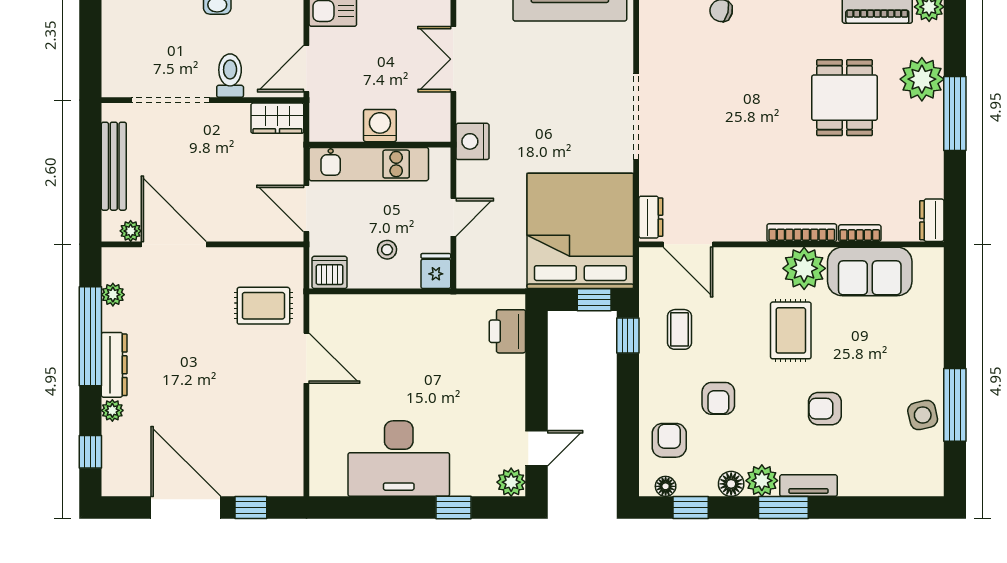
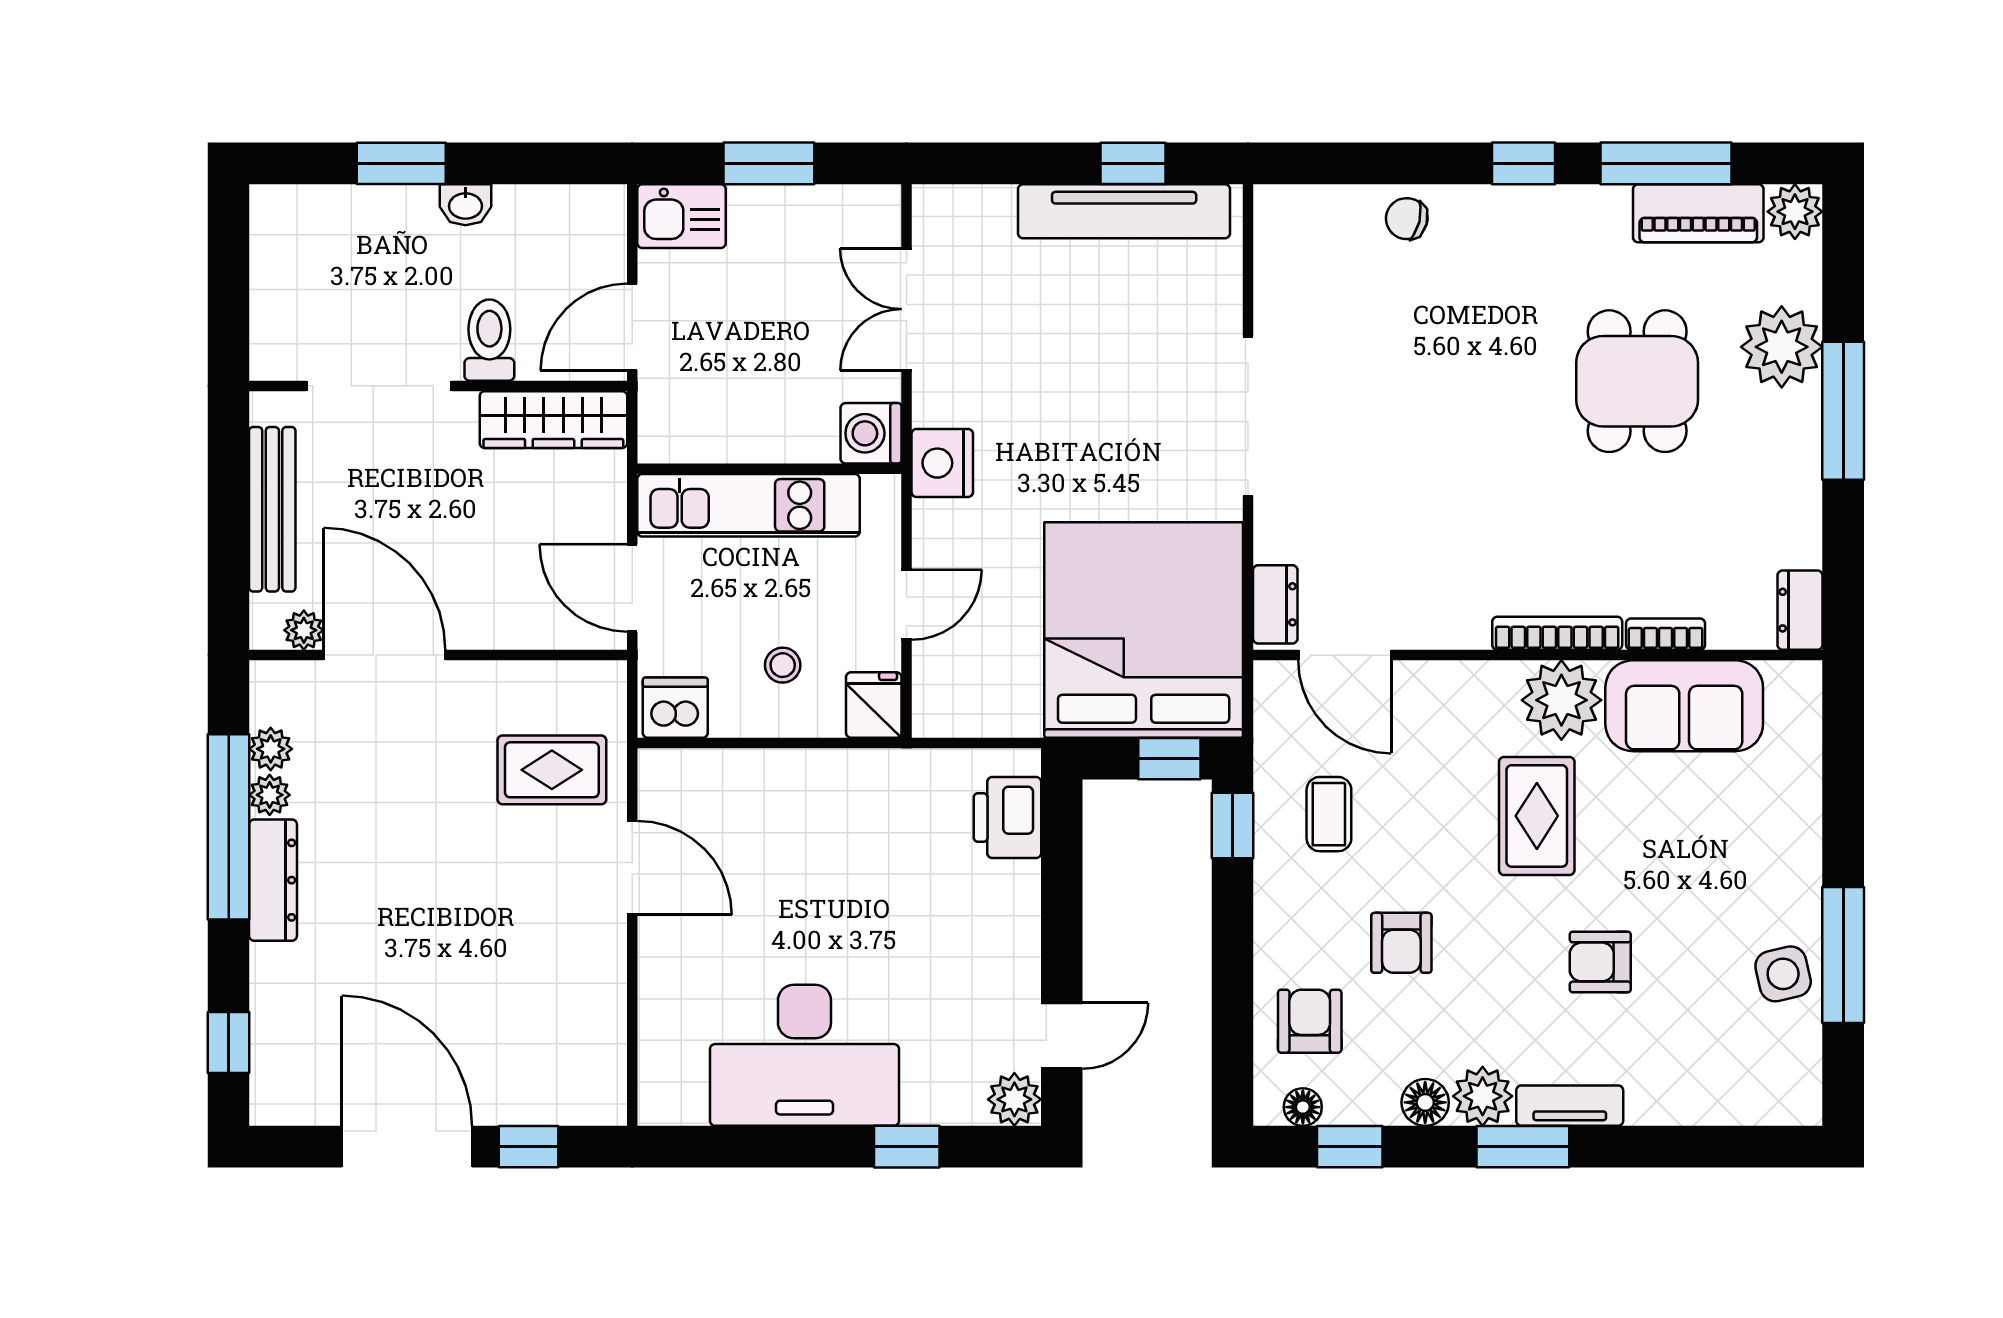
wardrobe: (277, 118) -> (553, 420), width x1.50
washing machine: (380, 126) -> (871, 433), moved, turned -90
plant: (112, 410) -> (270, 795), moved

